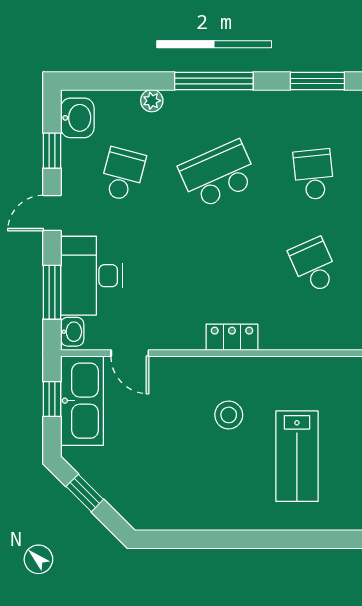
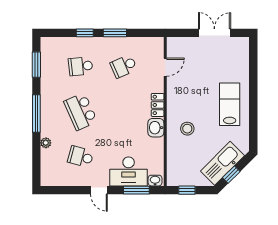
washbasin: (77, 118) -> (156, 128), moved, turned -90
window: (52, 151) -> (69, 190), removed
door: (130, 353) -> (165, 67), moved
kitchen sink: (82, 401) -> (222, 163), moved, turned -45
stool: (229, 415) -> (187, 129), moved
lab bench: (297, 456) -> (230, 104), moved, turned -90

